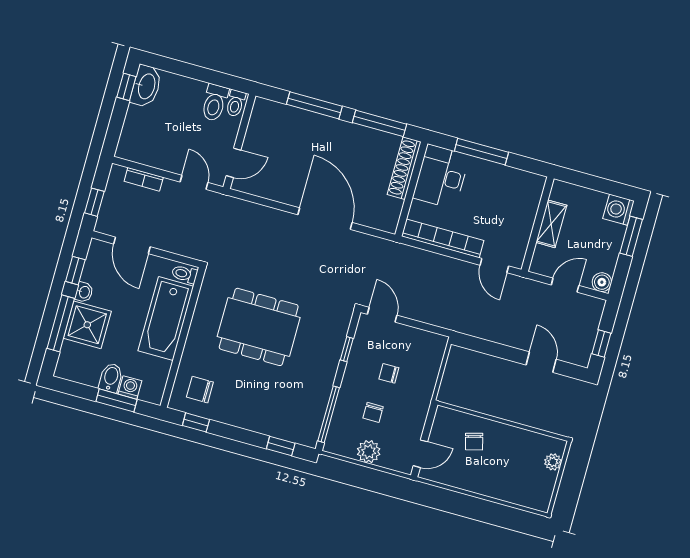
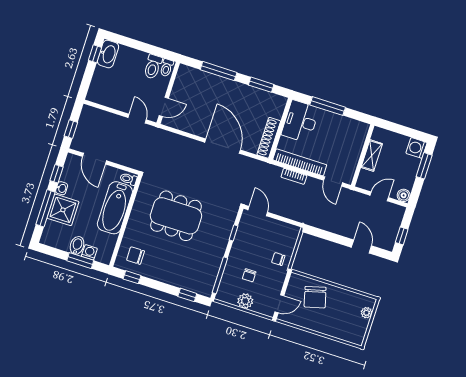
window: (379, 123) -> (261, 85), width x0.69
shoe rack: (404, 168) -> (269, 138), moved
bookcase: (144, 179) -> (294, 176), moved
chair: (389, 373) -> (278, 259), moved
chair: (474, 442) -> (315, 297), width x1.87, depth x1.87

